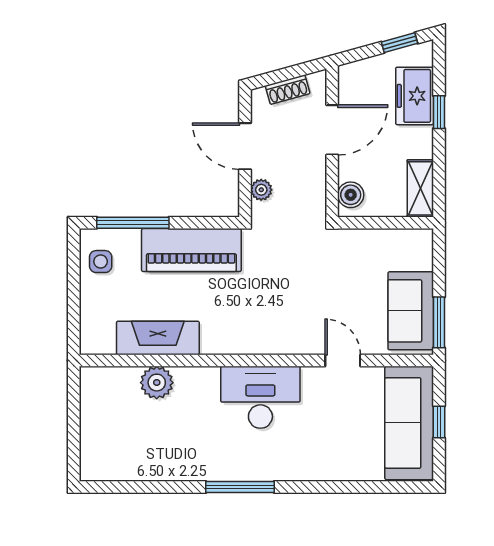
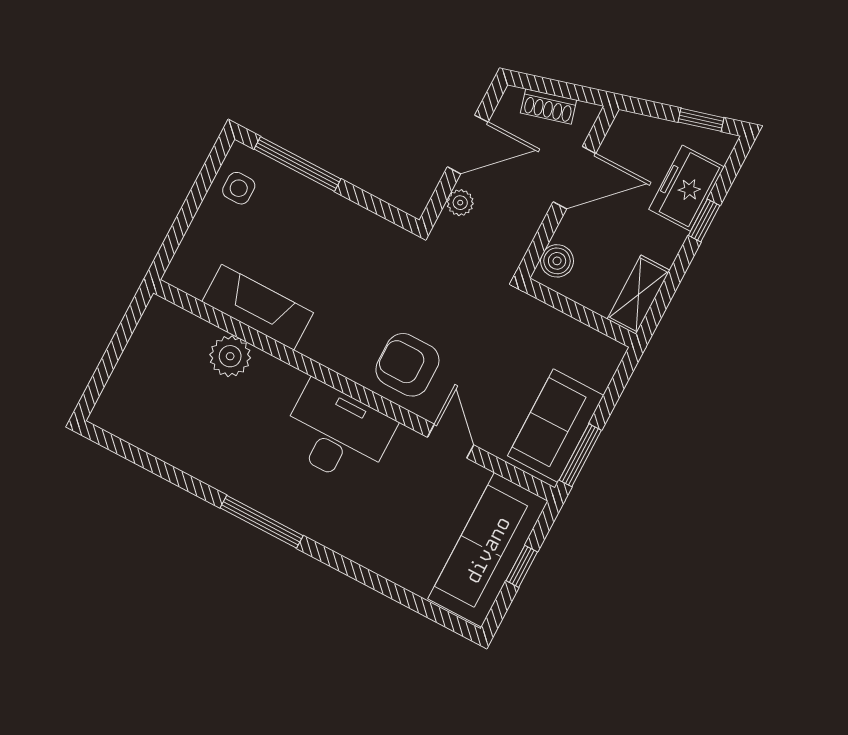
door: (245, 146) -> (468, 144), swing flipped
piano: (191, 250) -> (347, 229), removed
armchair: (284, 323) -> (407, 365), added

